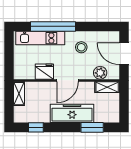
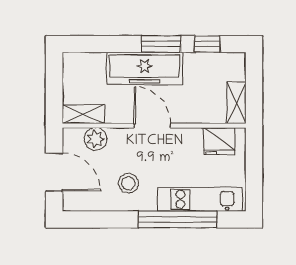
fridge: (44, 72) -> (219, 141), moved
door: (68, 80) -> (152, 126), hinge flipped
window: (92, 127) -> (161, 44), moved

